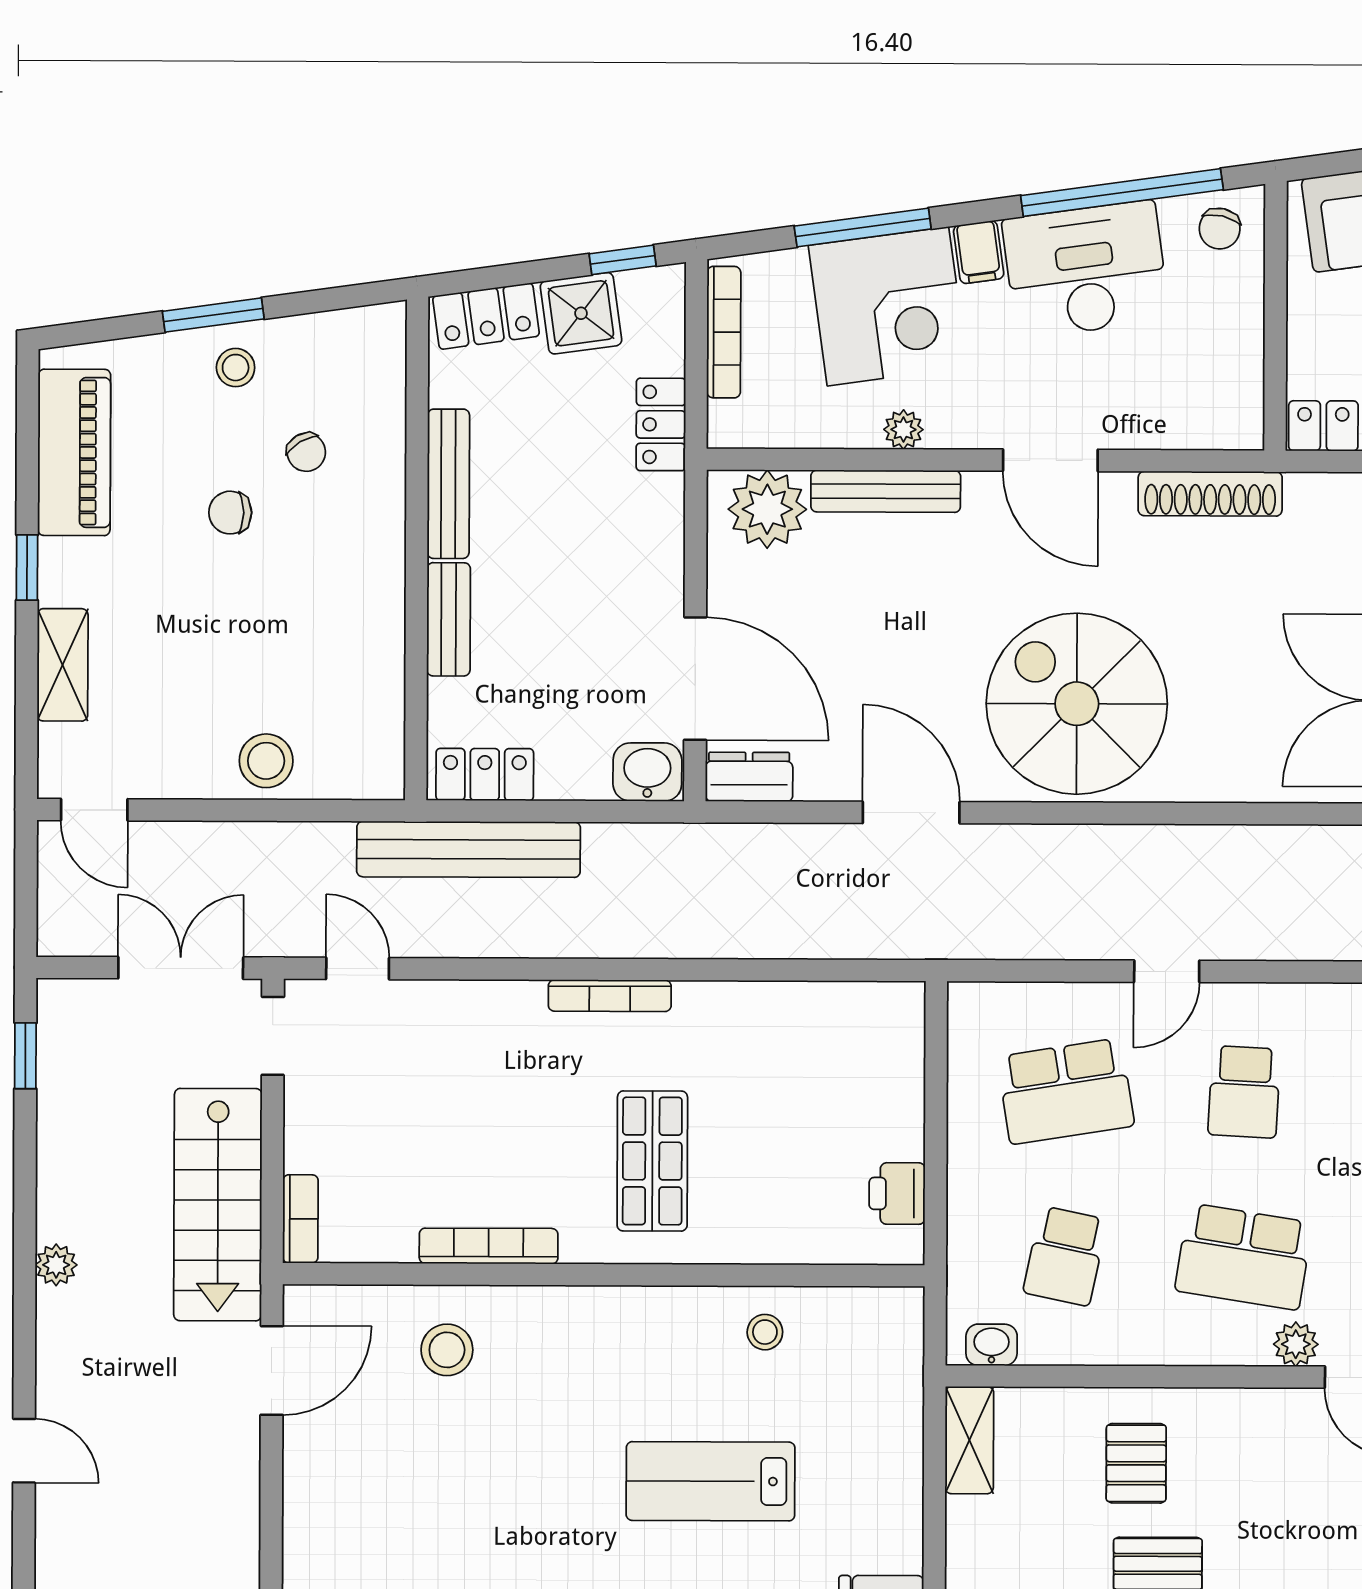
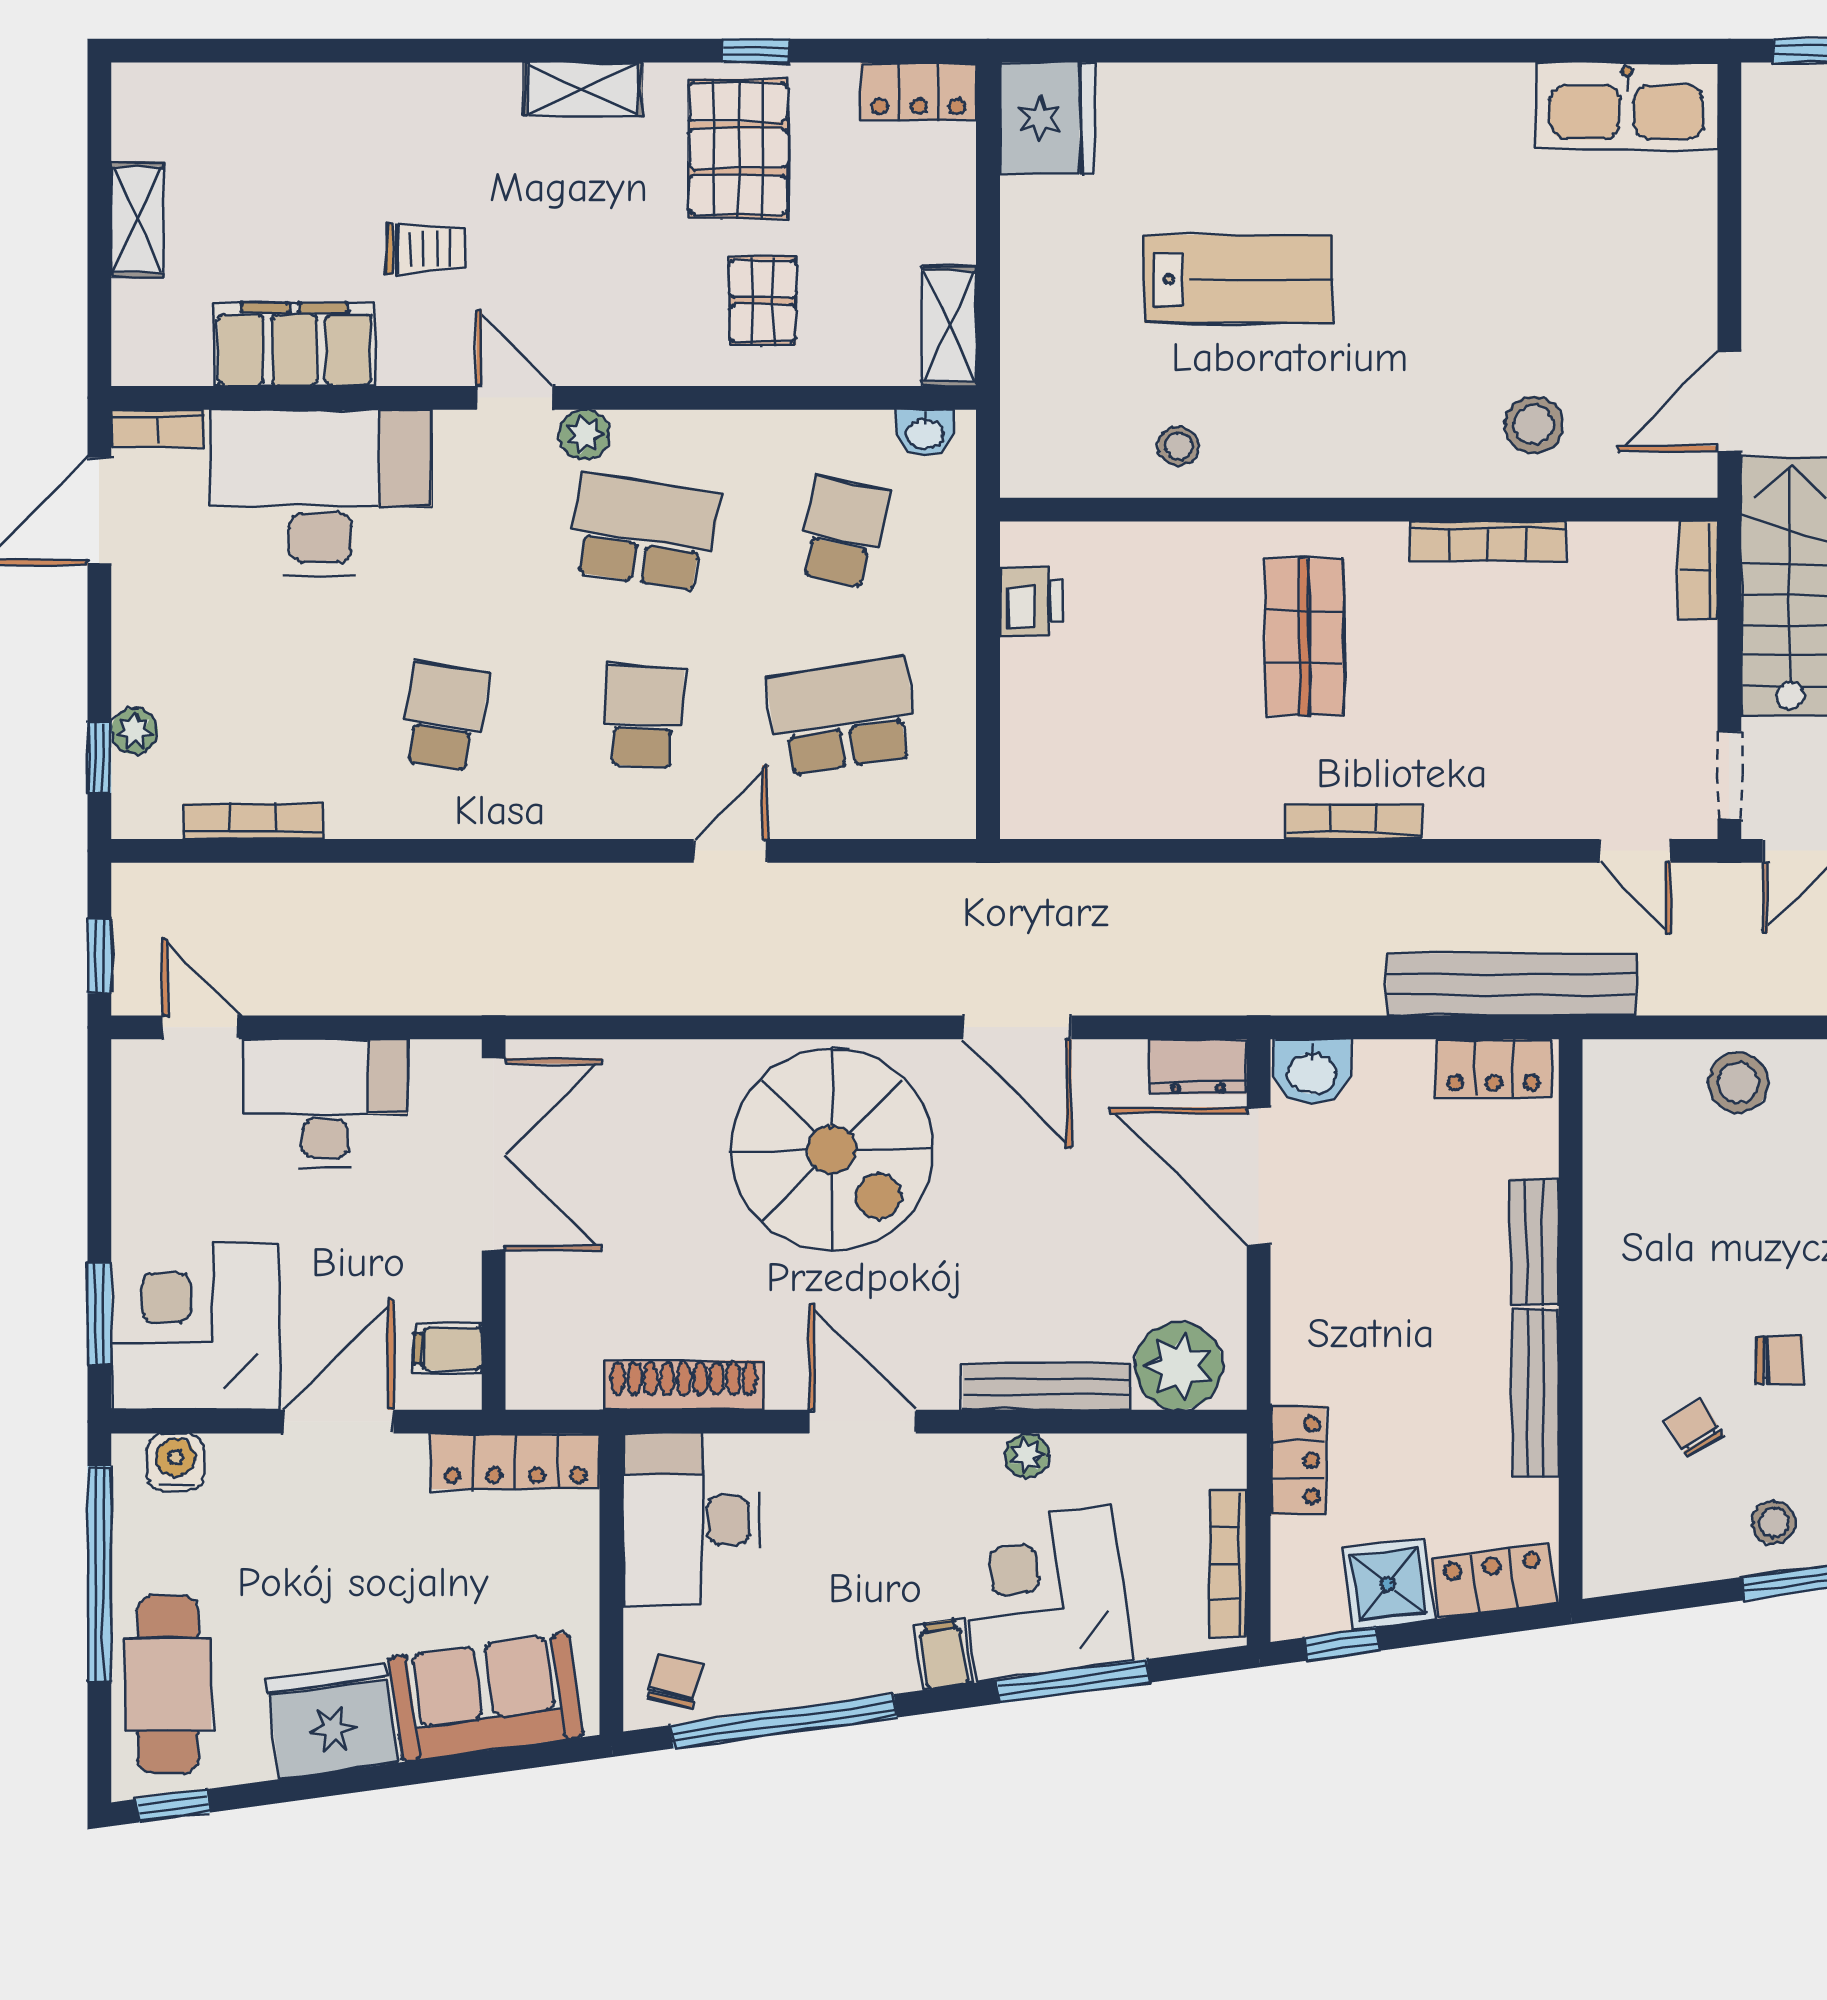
desk: (1086, 270) -> (691, 1520), moved, turned 98

